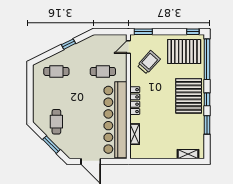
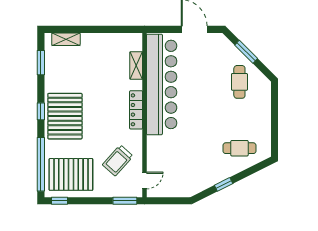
cafe table: (103, 71) -> (178, 148), removed
window: (207, 125) -> (41, 63), moved

